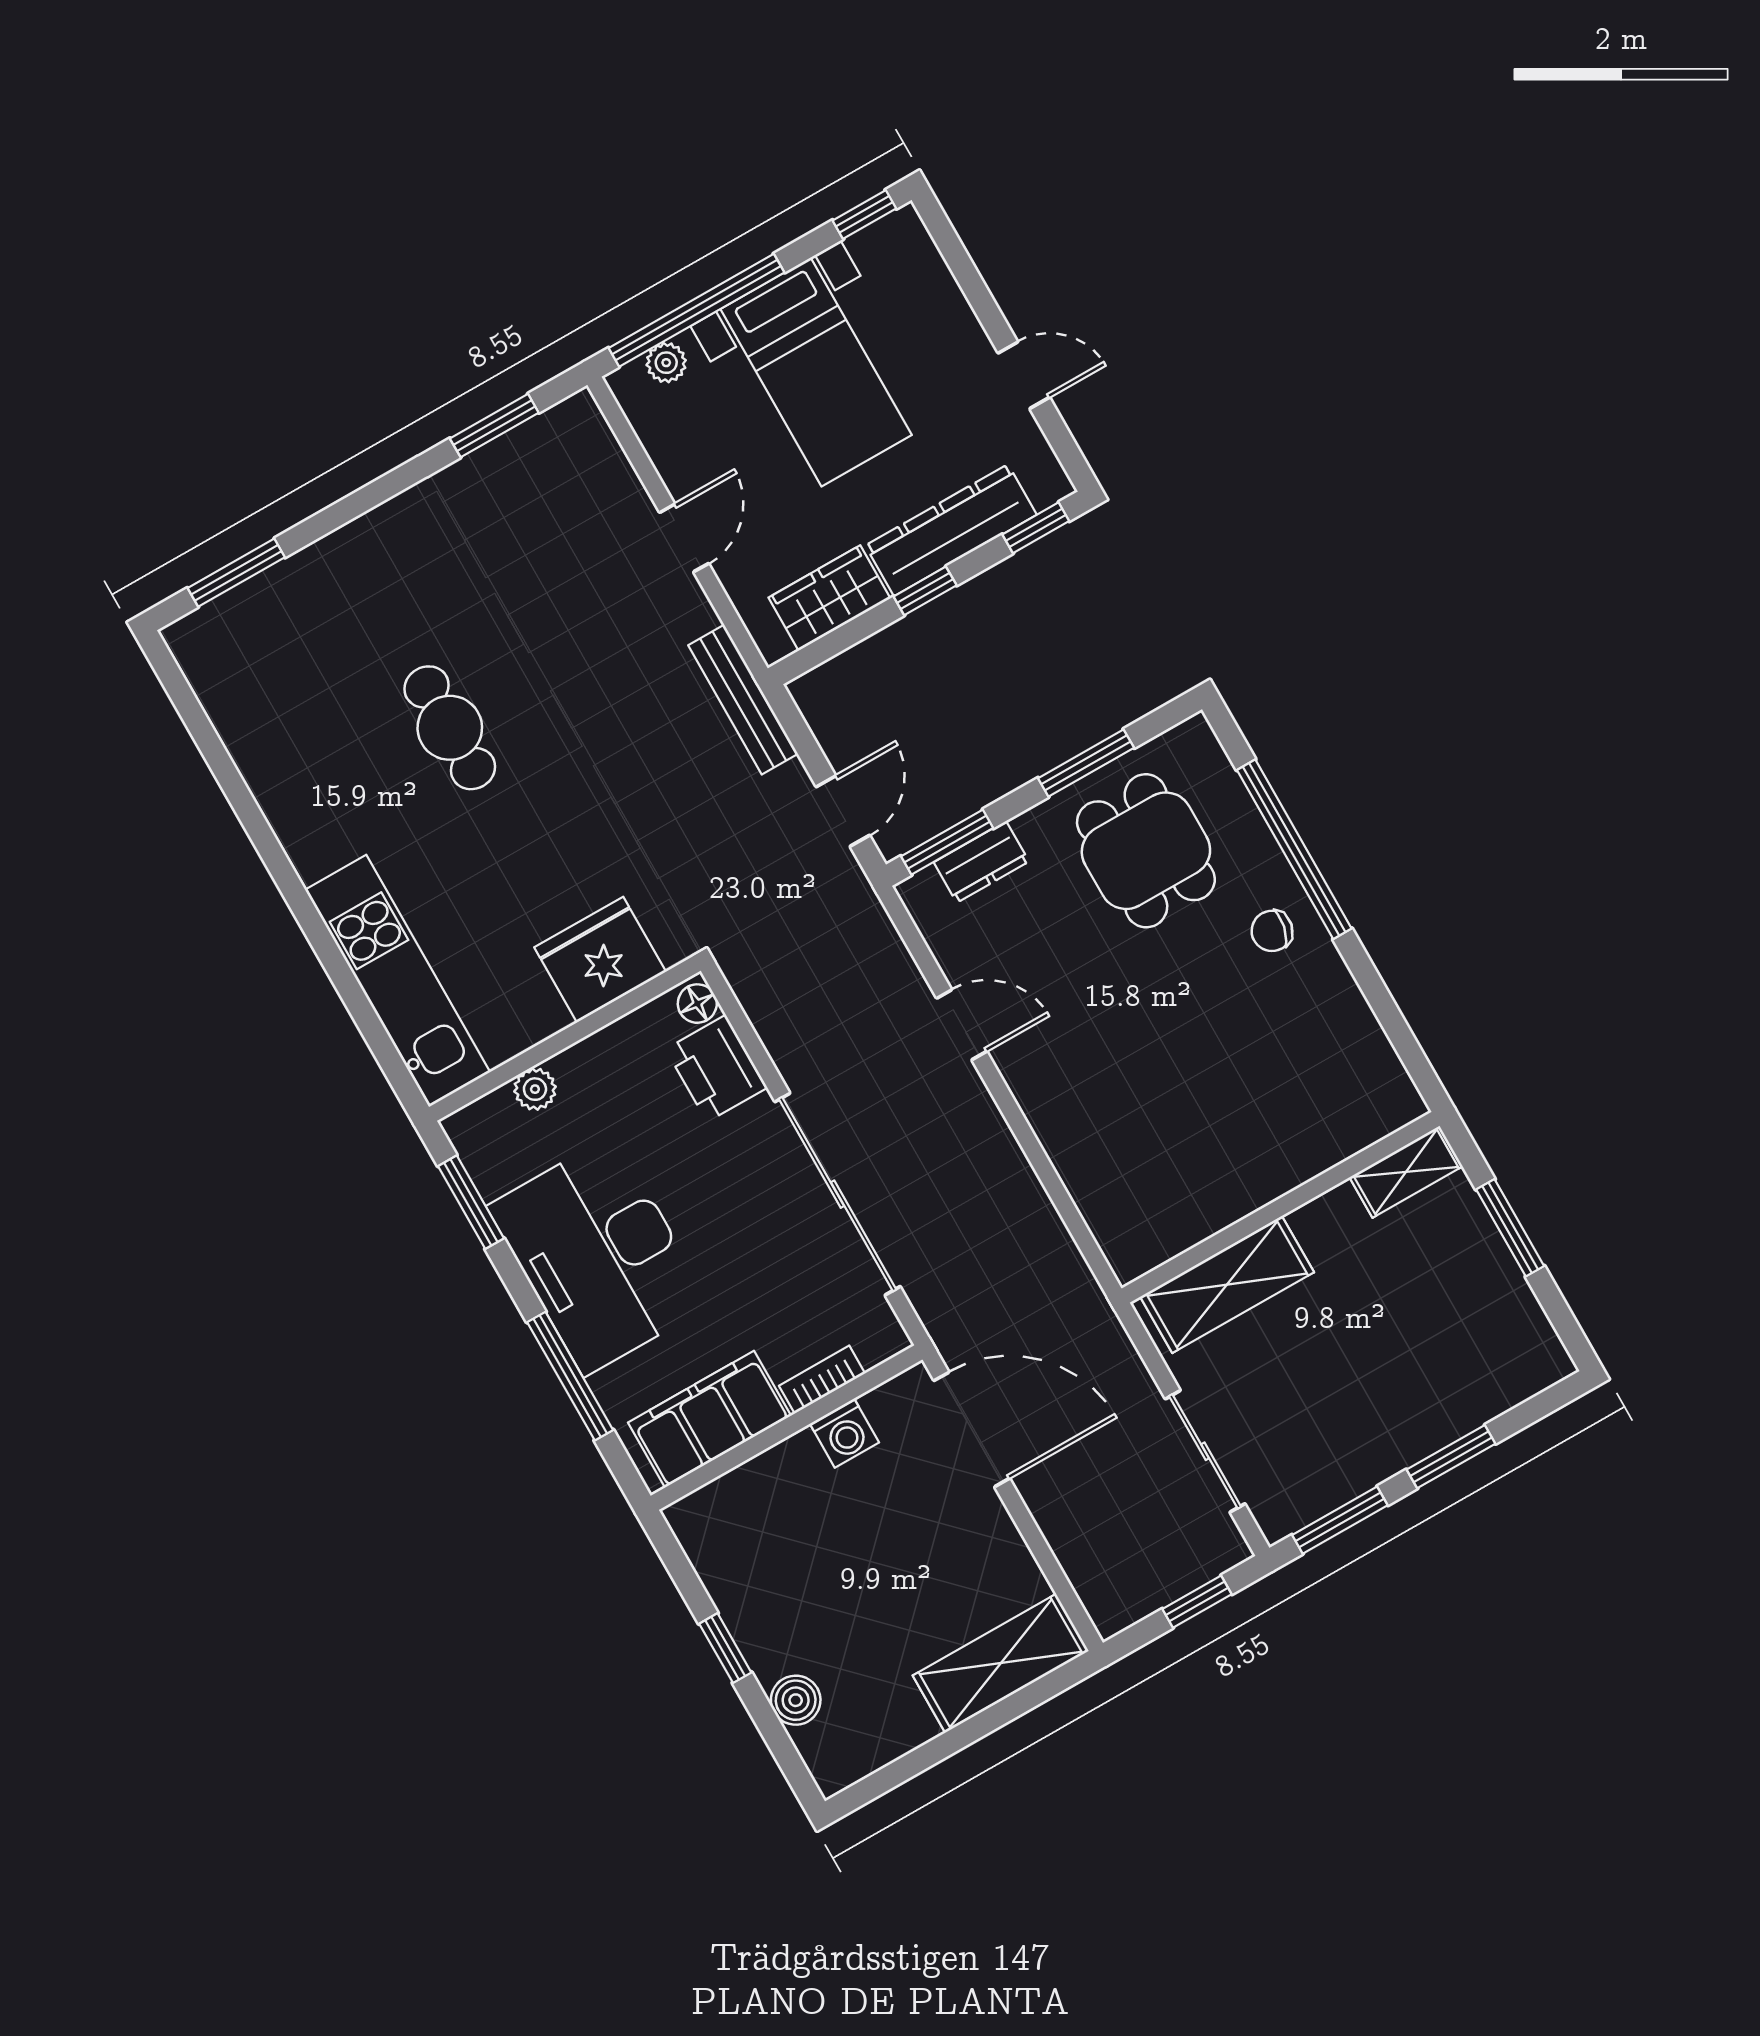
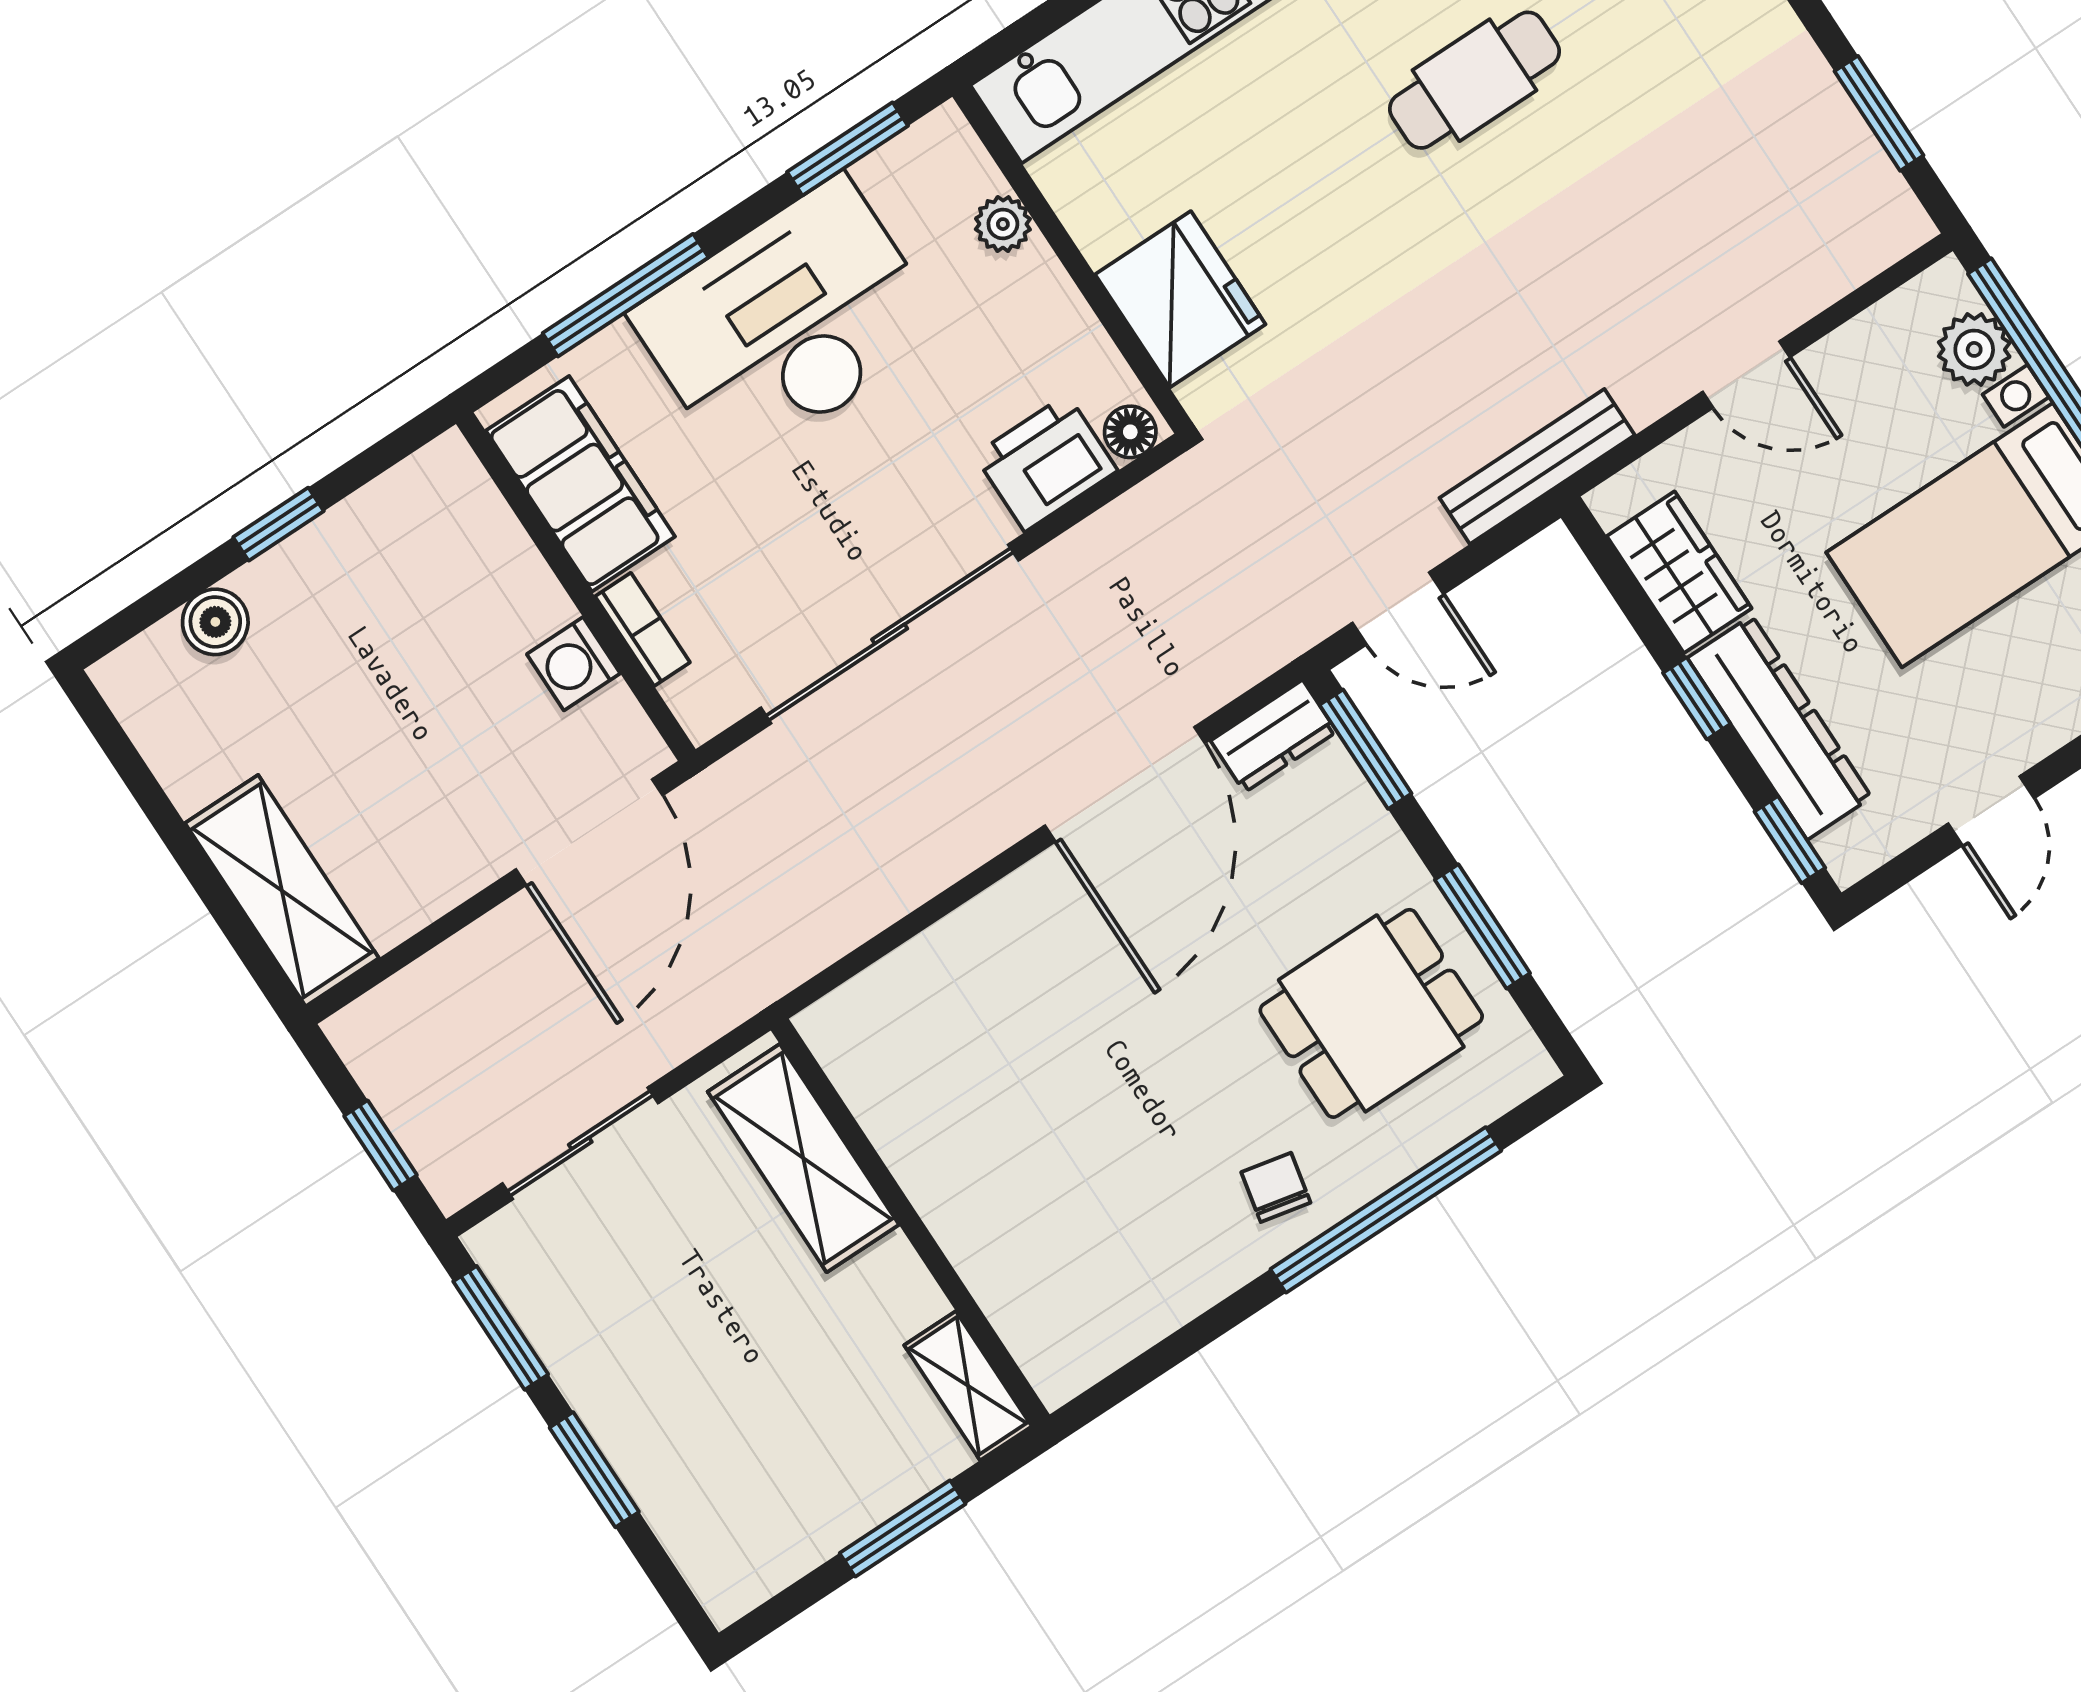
plant: (666, 363) -> (1974, 349), width x1.38, depth x1.38
dresser: (981, 862) -> (1274, 736), moved, turned -90
door: (962, 1025) -> (1125, 784), width x1.87

